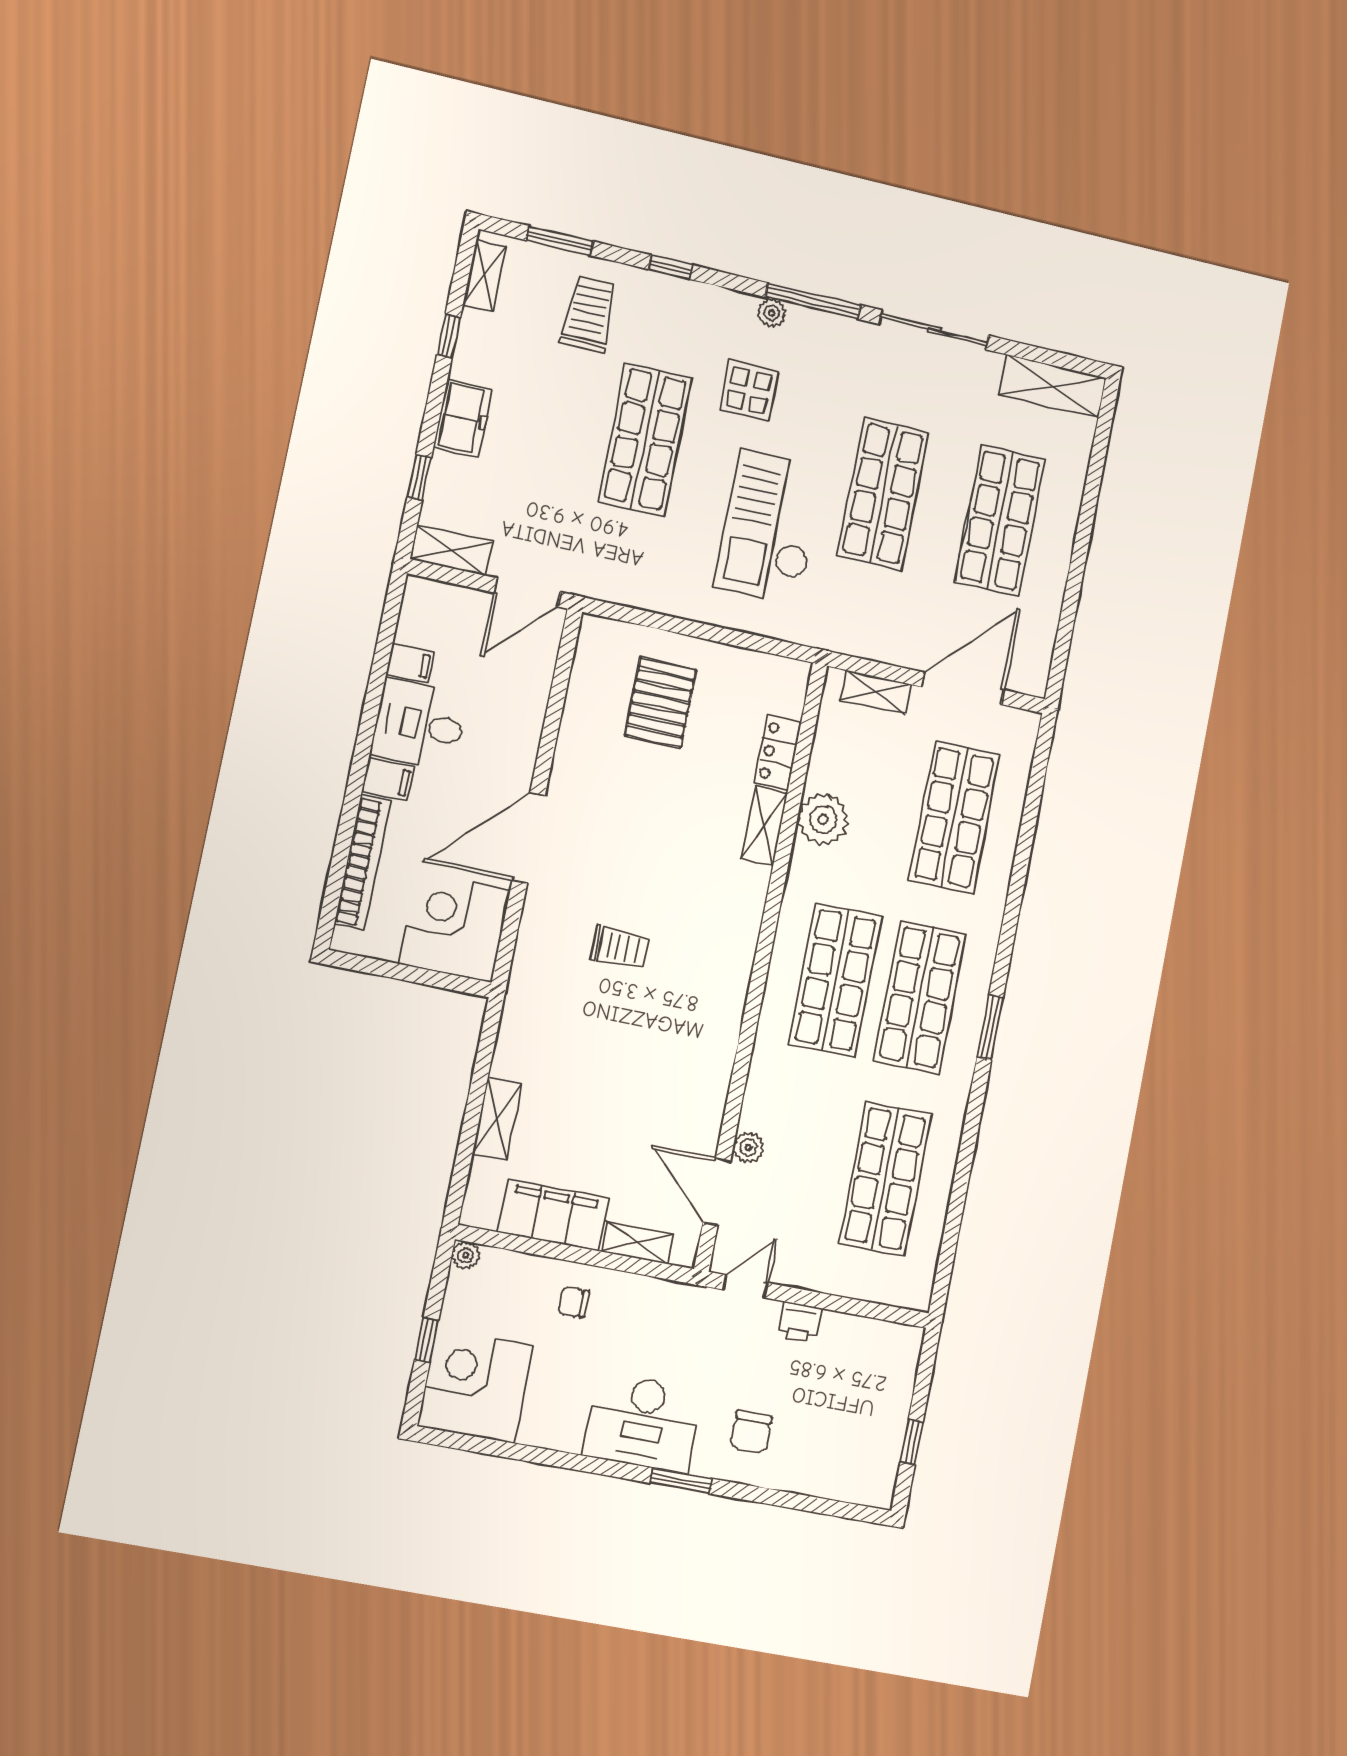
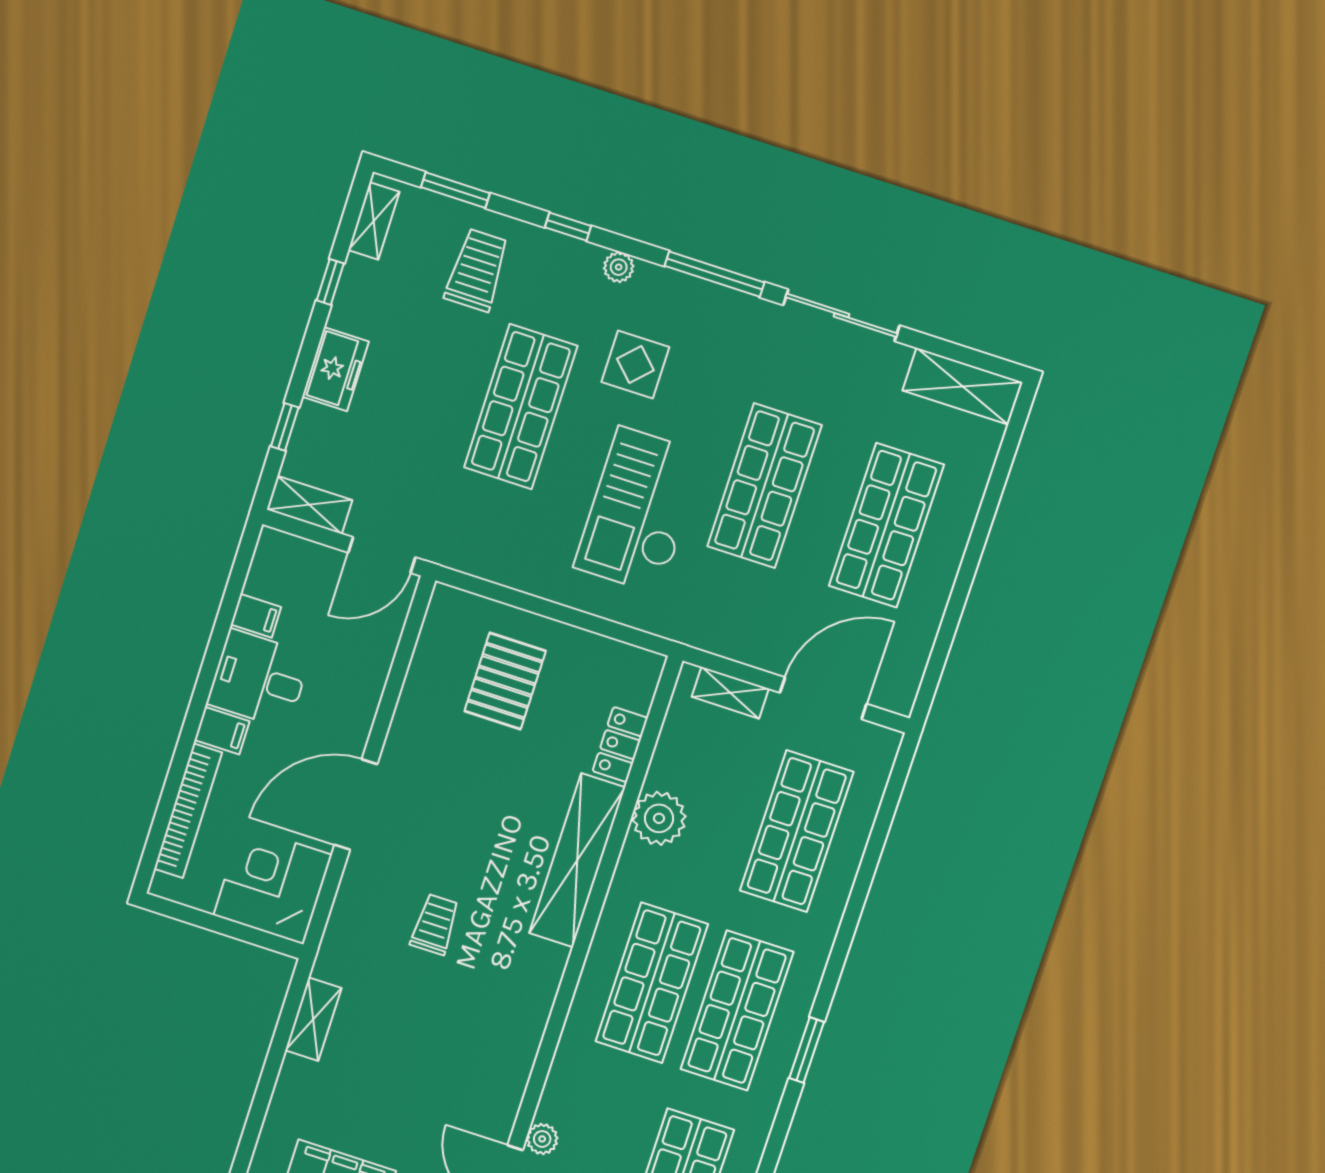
plant: (772, 313) -> (619, 267), moved
shelving: (764, 826) -> (577, 860), width x2.20, depth x1.33
trolley: (619, 947) -> (435, 924), turned -90
shelving: (497, 1119) -> (313, 1019), moved

